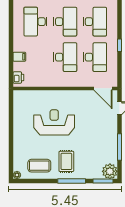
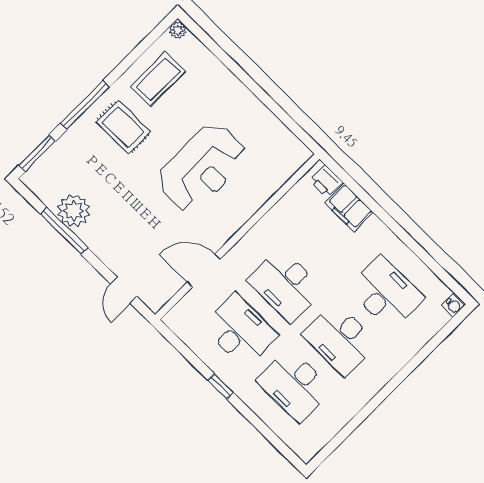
filing cabinet: (19, 57) -> (349, 207), width x2.00
desk: (95, 57) -> (240, 331), turned 180
door: (103, 88) -> (204, 270), moved
plant: (110, 171) -> (74, 211), moved

